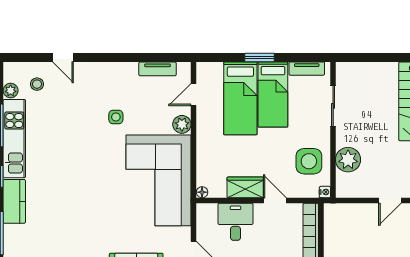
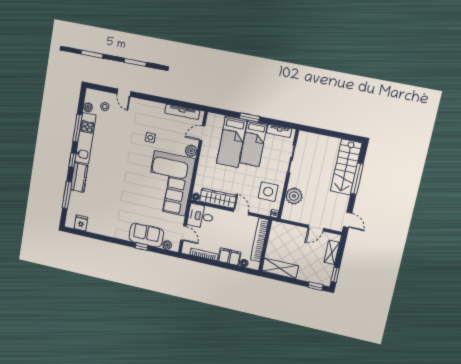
tv unit: (158, 69) -> (182, 112), width x1.41
wardrobe: (245, 187) -> (218, 198), width x1.50
desk: (236, 222) -> (200, 216), moved, turned -90

